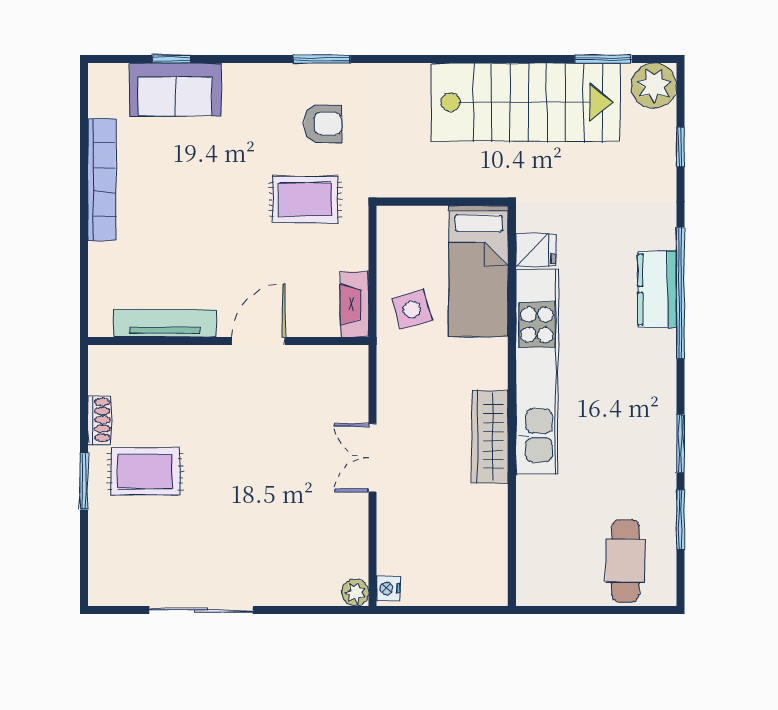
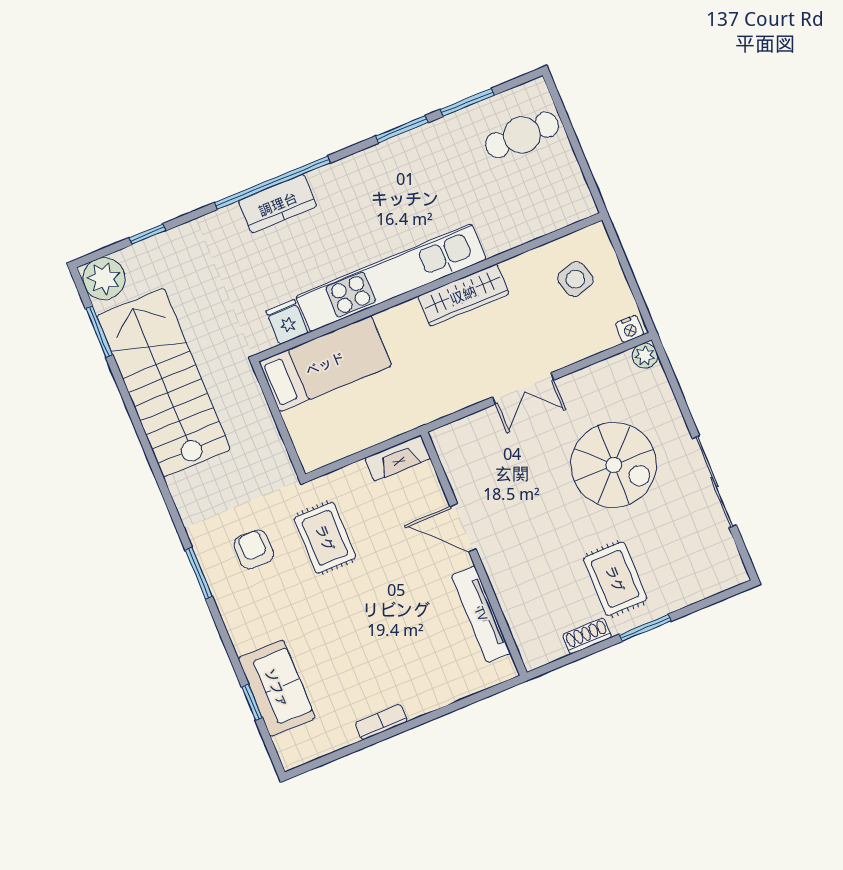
bookcase: (102, 180) -> (381, 722), width x0.43, depth x0.76
side table: (412, 310) -> (575, 279), moved
spiral stairs: (259, 517) -> (614, 465), added

